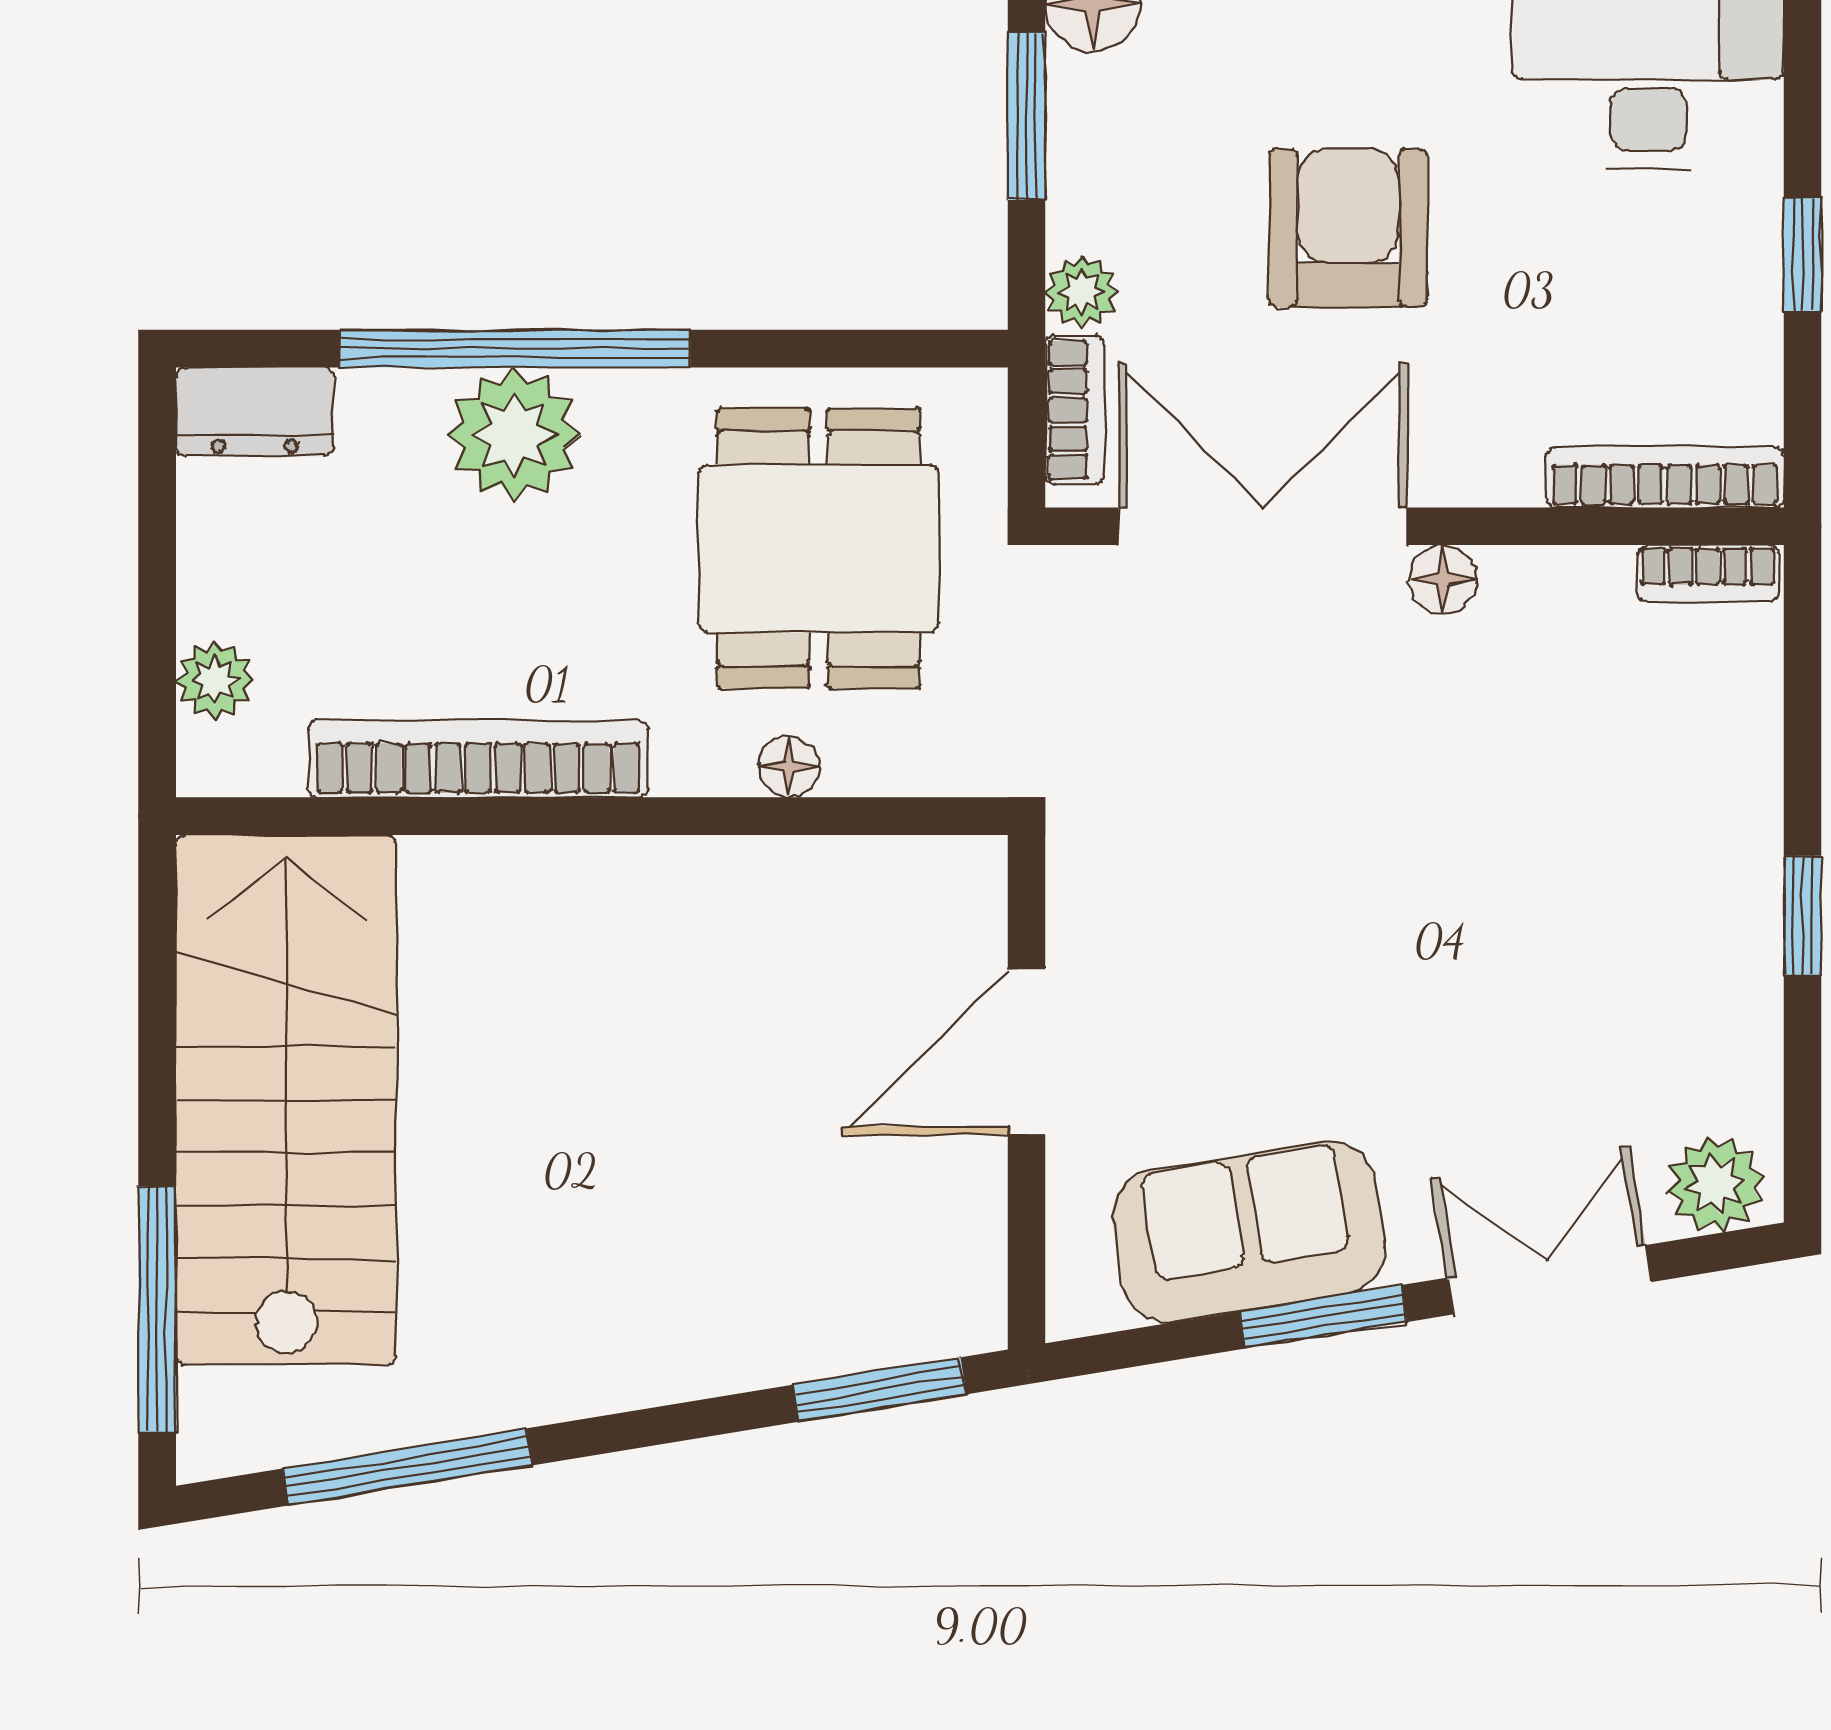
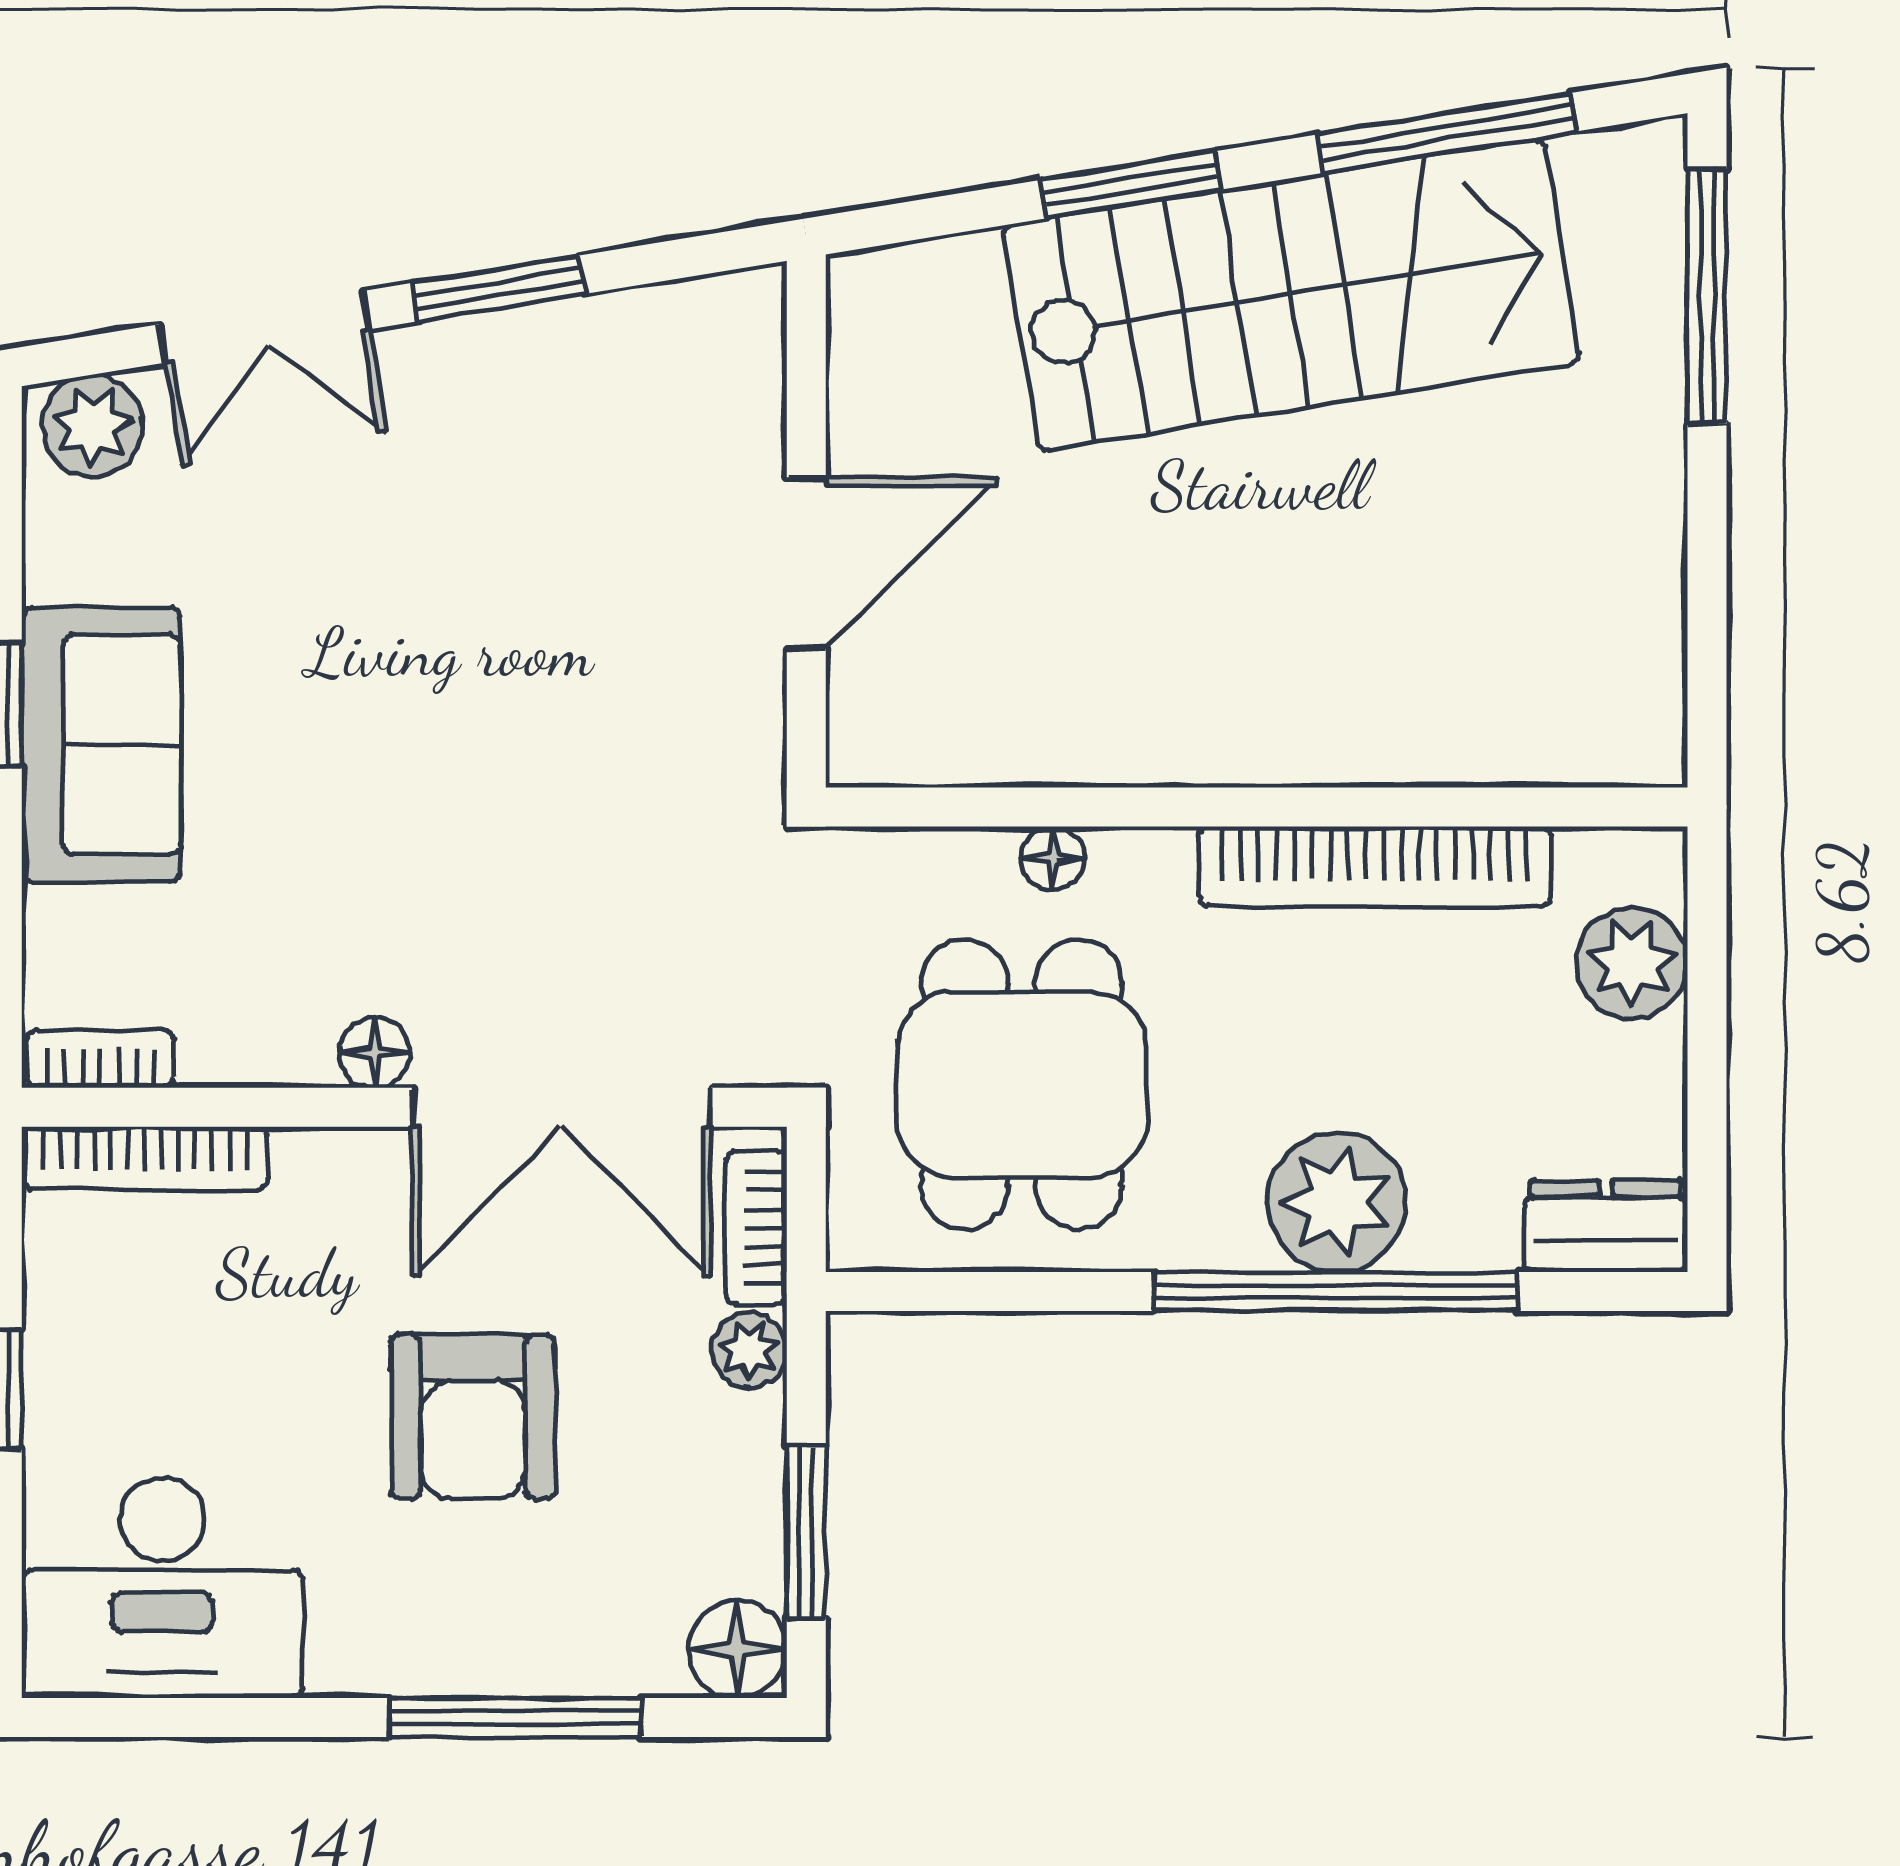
plant: (215, 680) -> (1632, 963), width x1.38, depth x1.38
stairs: (286, 1100) -> (1291, 294), moved, turned -99
sofa: (1249, 1232) -> (101, 745), moved, turned -81
window: (880, 1389) -> (1131, 185), moved

